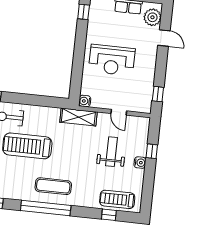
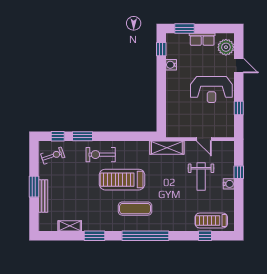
reception desk: (112, 60) -> (211, 89), moved
window: (158, 94) -> (239, 108), moved
water cooler: (85, 101) -> (171, 65), moved
weight bench: (111, 152) -> (201, 177), turned 180
exercise mat: (53, 186) -> (135, 209), moved

